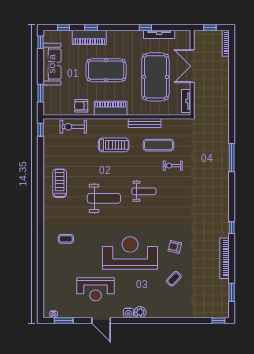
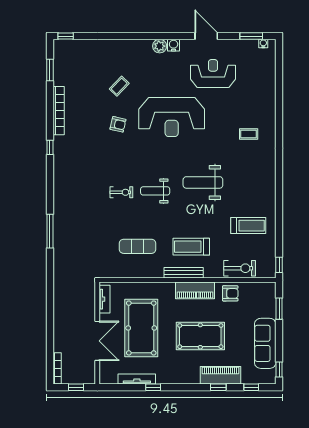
bench: (145, 123) -> (184, 273), moved
exercise bike: (173, 166) -> (121, 192), moved
treadmill: (60, 183) -> (248, 226), moved, turned -90

